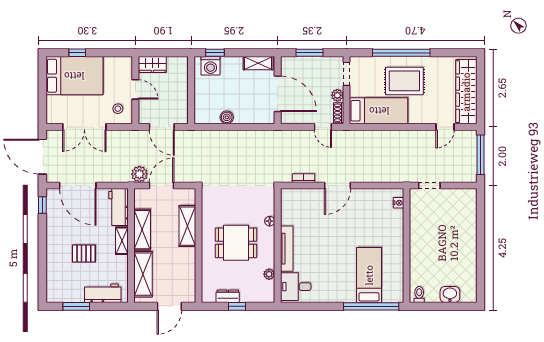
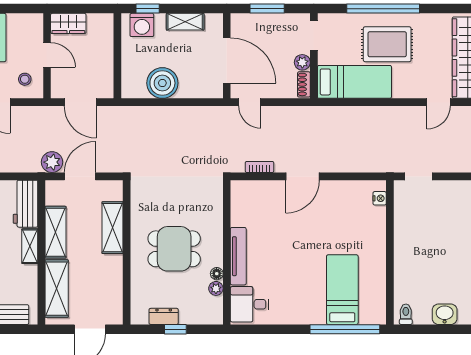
shelving: (258, 63) -> (185, 22), moved
boiler: (227, 117) -> (162, 83), width x1.86, depth x1.86
door: (323, 127) -> (250, 102), moved
floor lamp: (270, 221) -> (217, 274), moved

